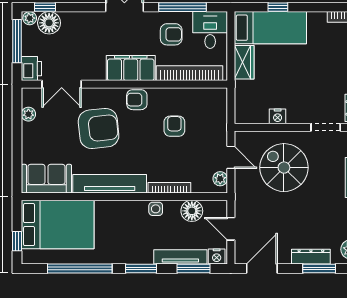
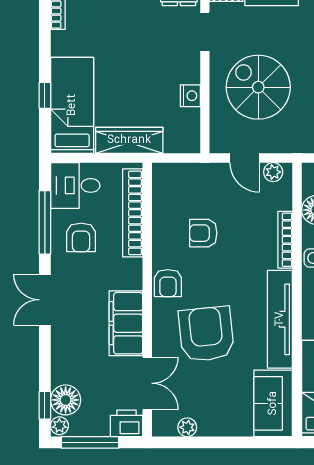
armchair: (171, 34) -> (81, 237), turned 180
wardrobe: (244, 62) -> (129, 140), width x1.50
filing cabinet: (131, 68) -> (126, 323), moved
door: (231, 157) -> (245, 158), swing flipped
spiral stairs: (284, 168) -> (258, 87), turned 90

